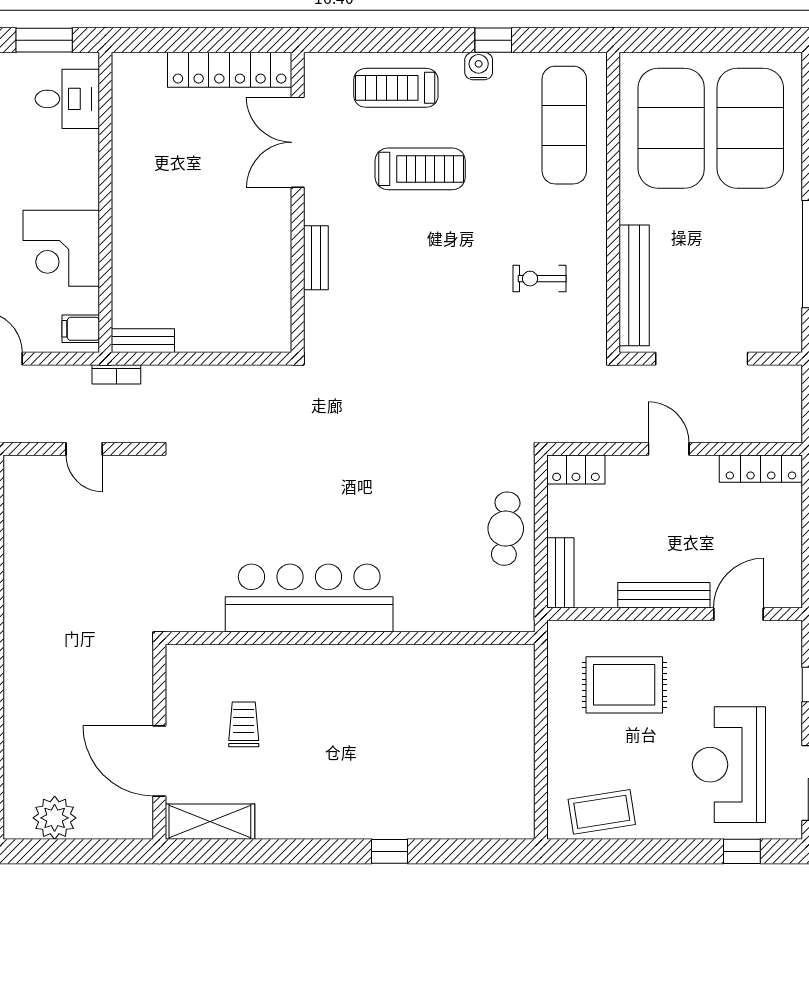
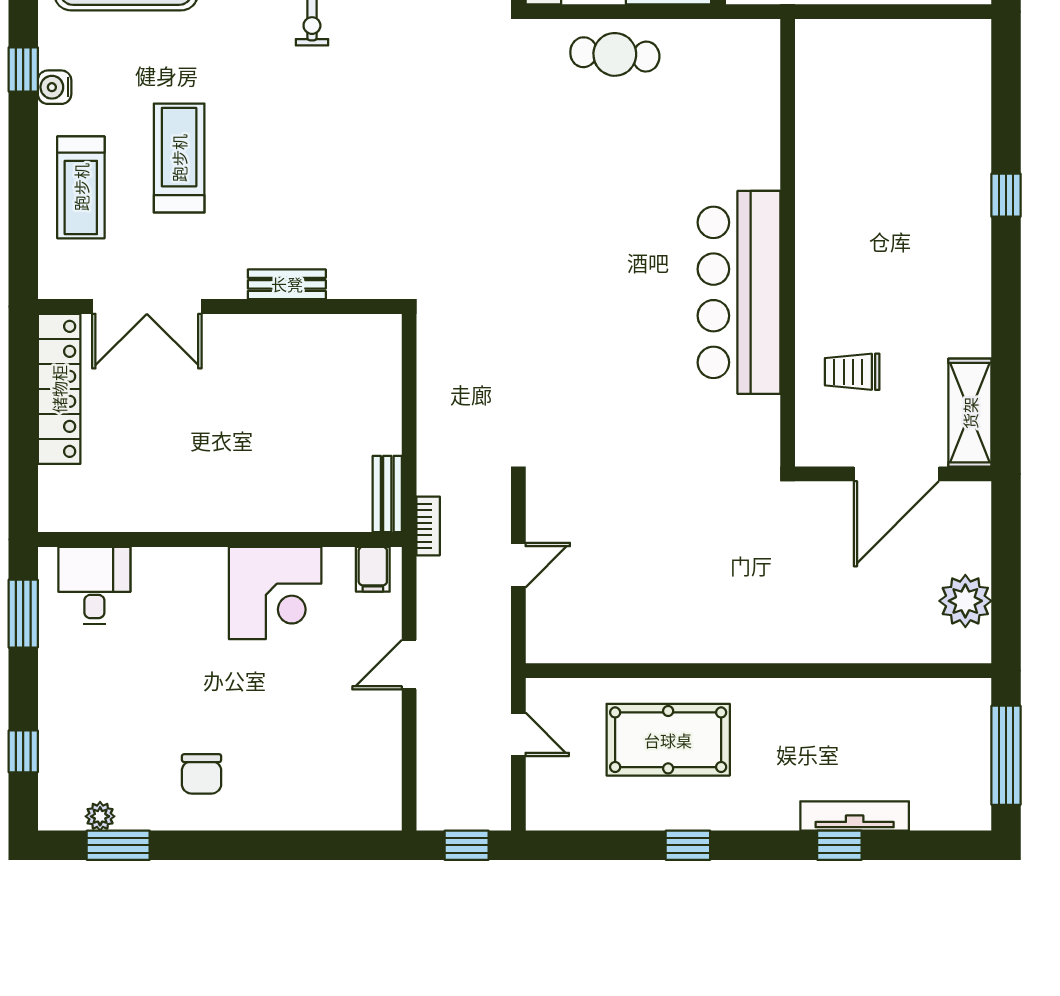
bar counter: (309, 598) -> (739, 292), moved
wall: (350, 638) -> (788, 243), moved

